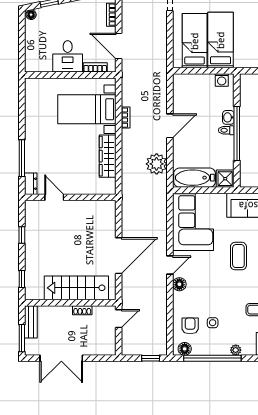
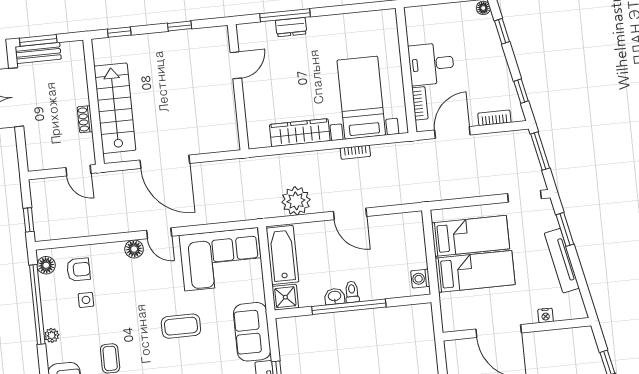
washbasin: (228, 117) -> (335, 296), moved
dresser: (31, 184) -> (291, 27), moved
bench: (31, 322) -> (38, 53), moved

